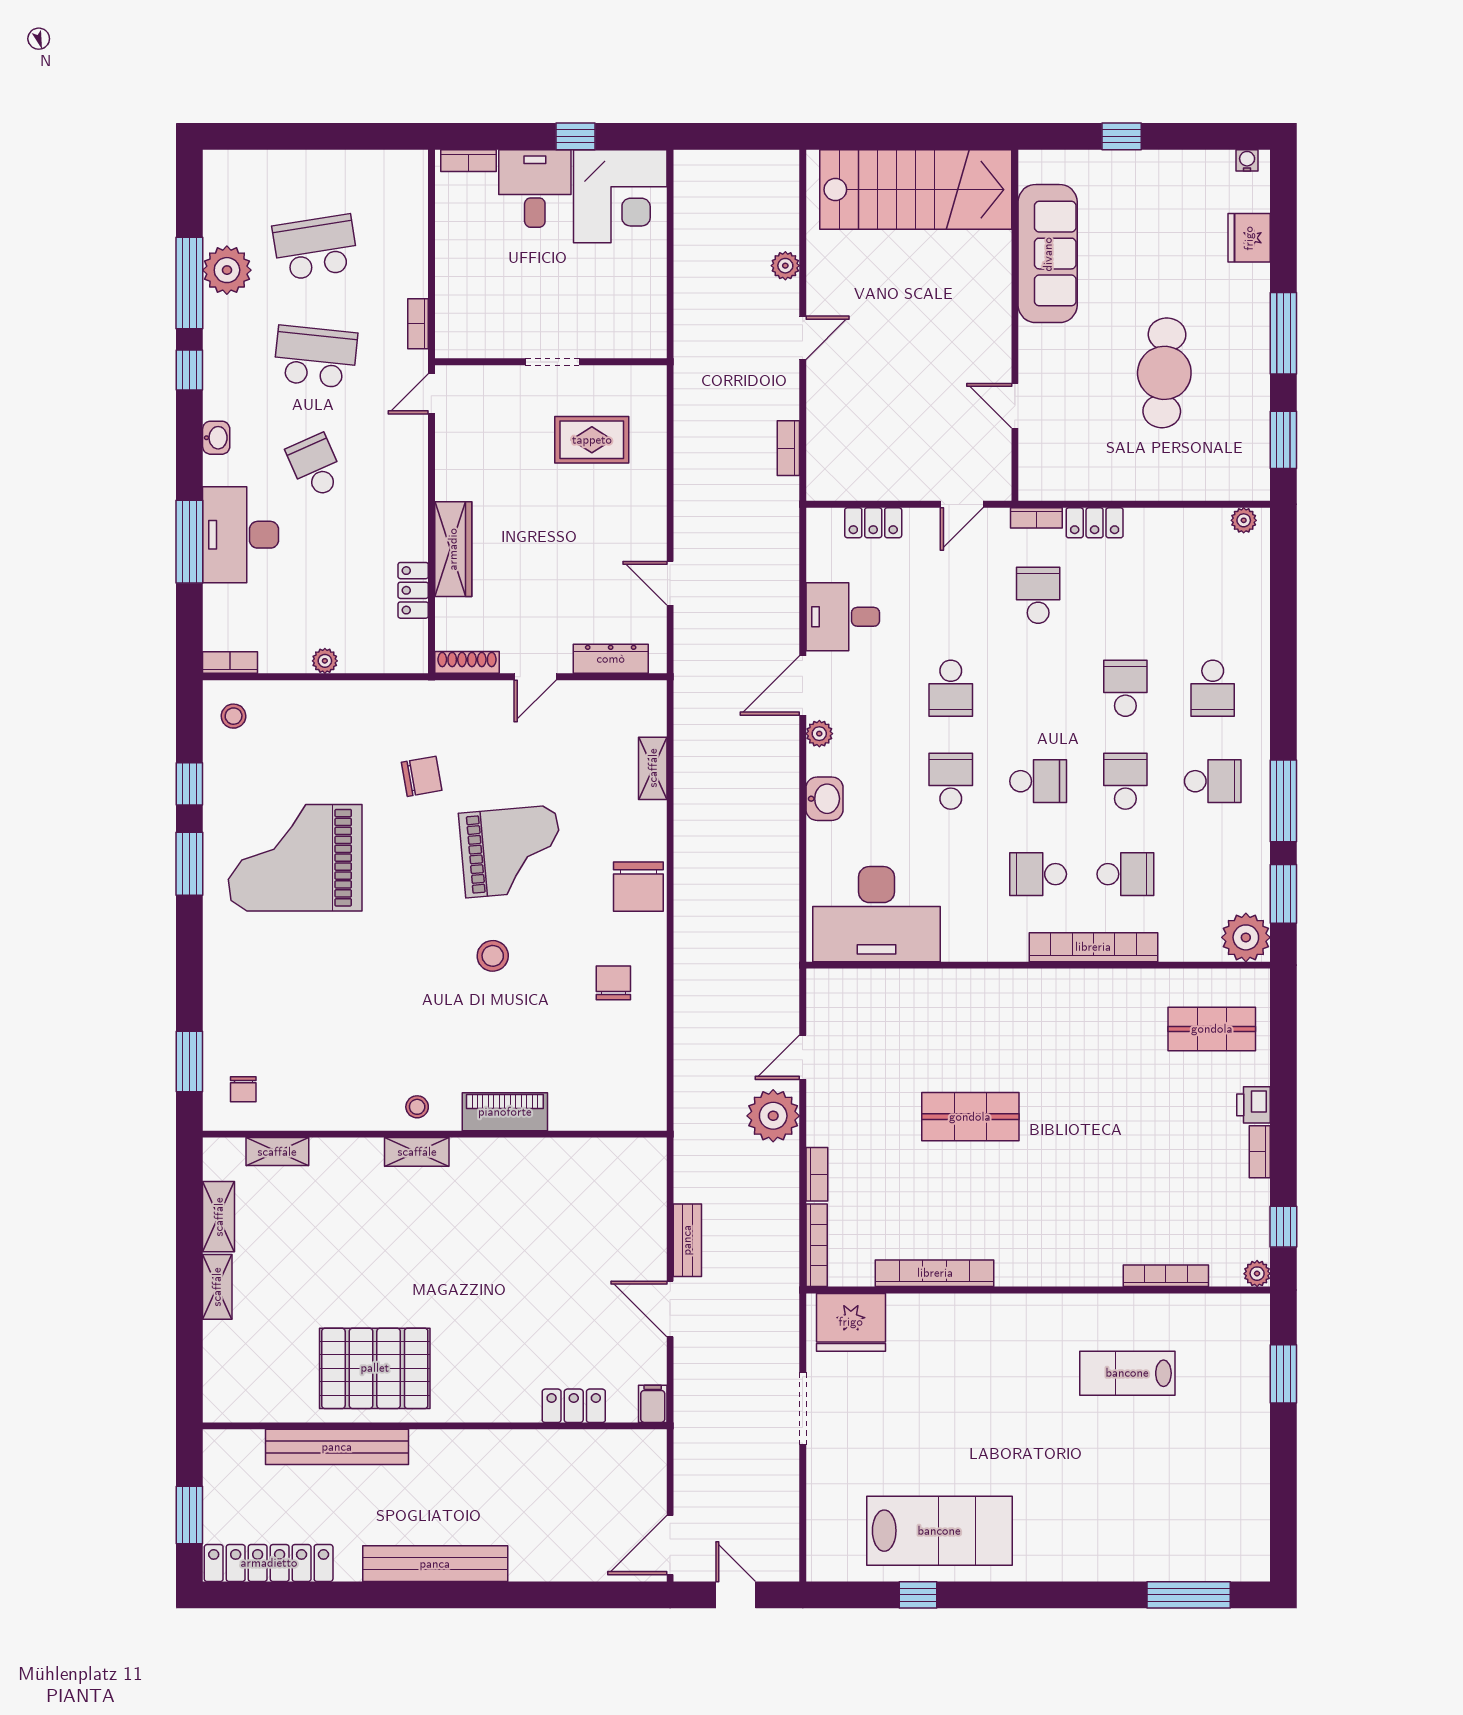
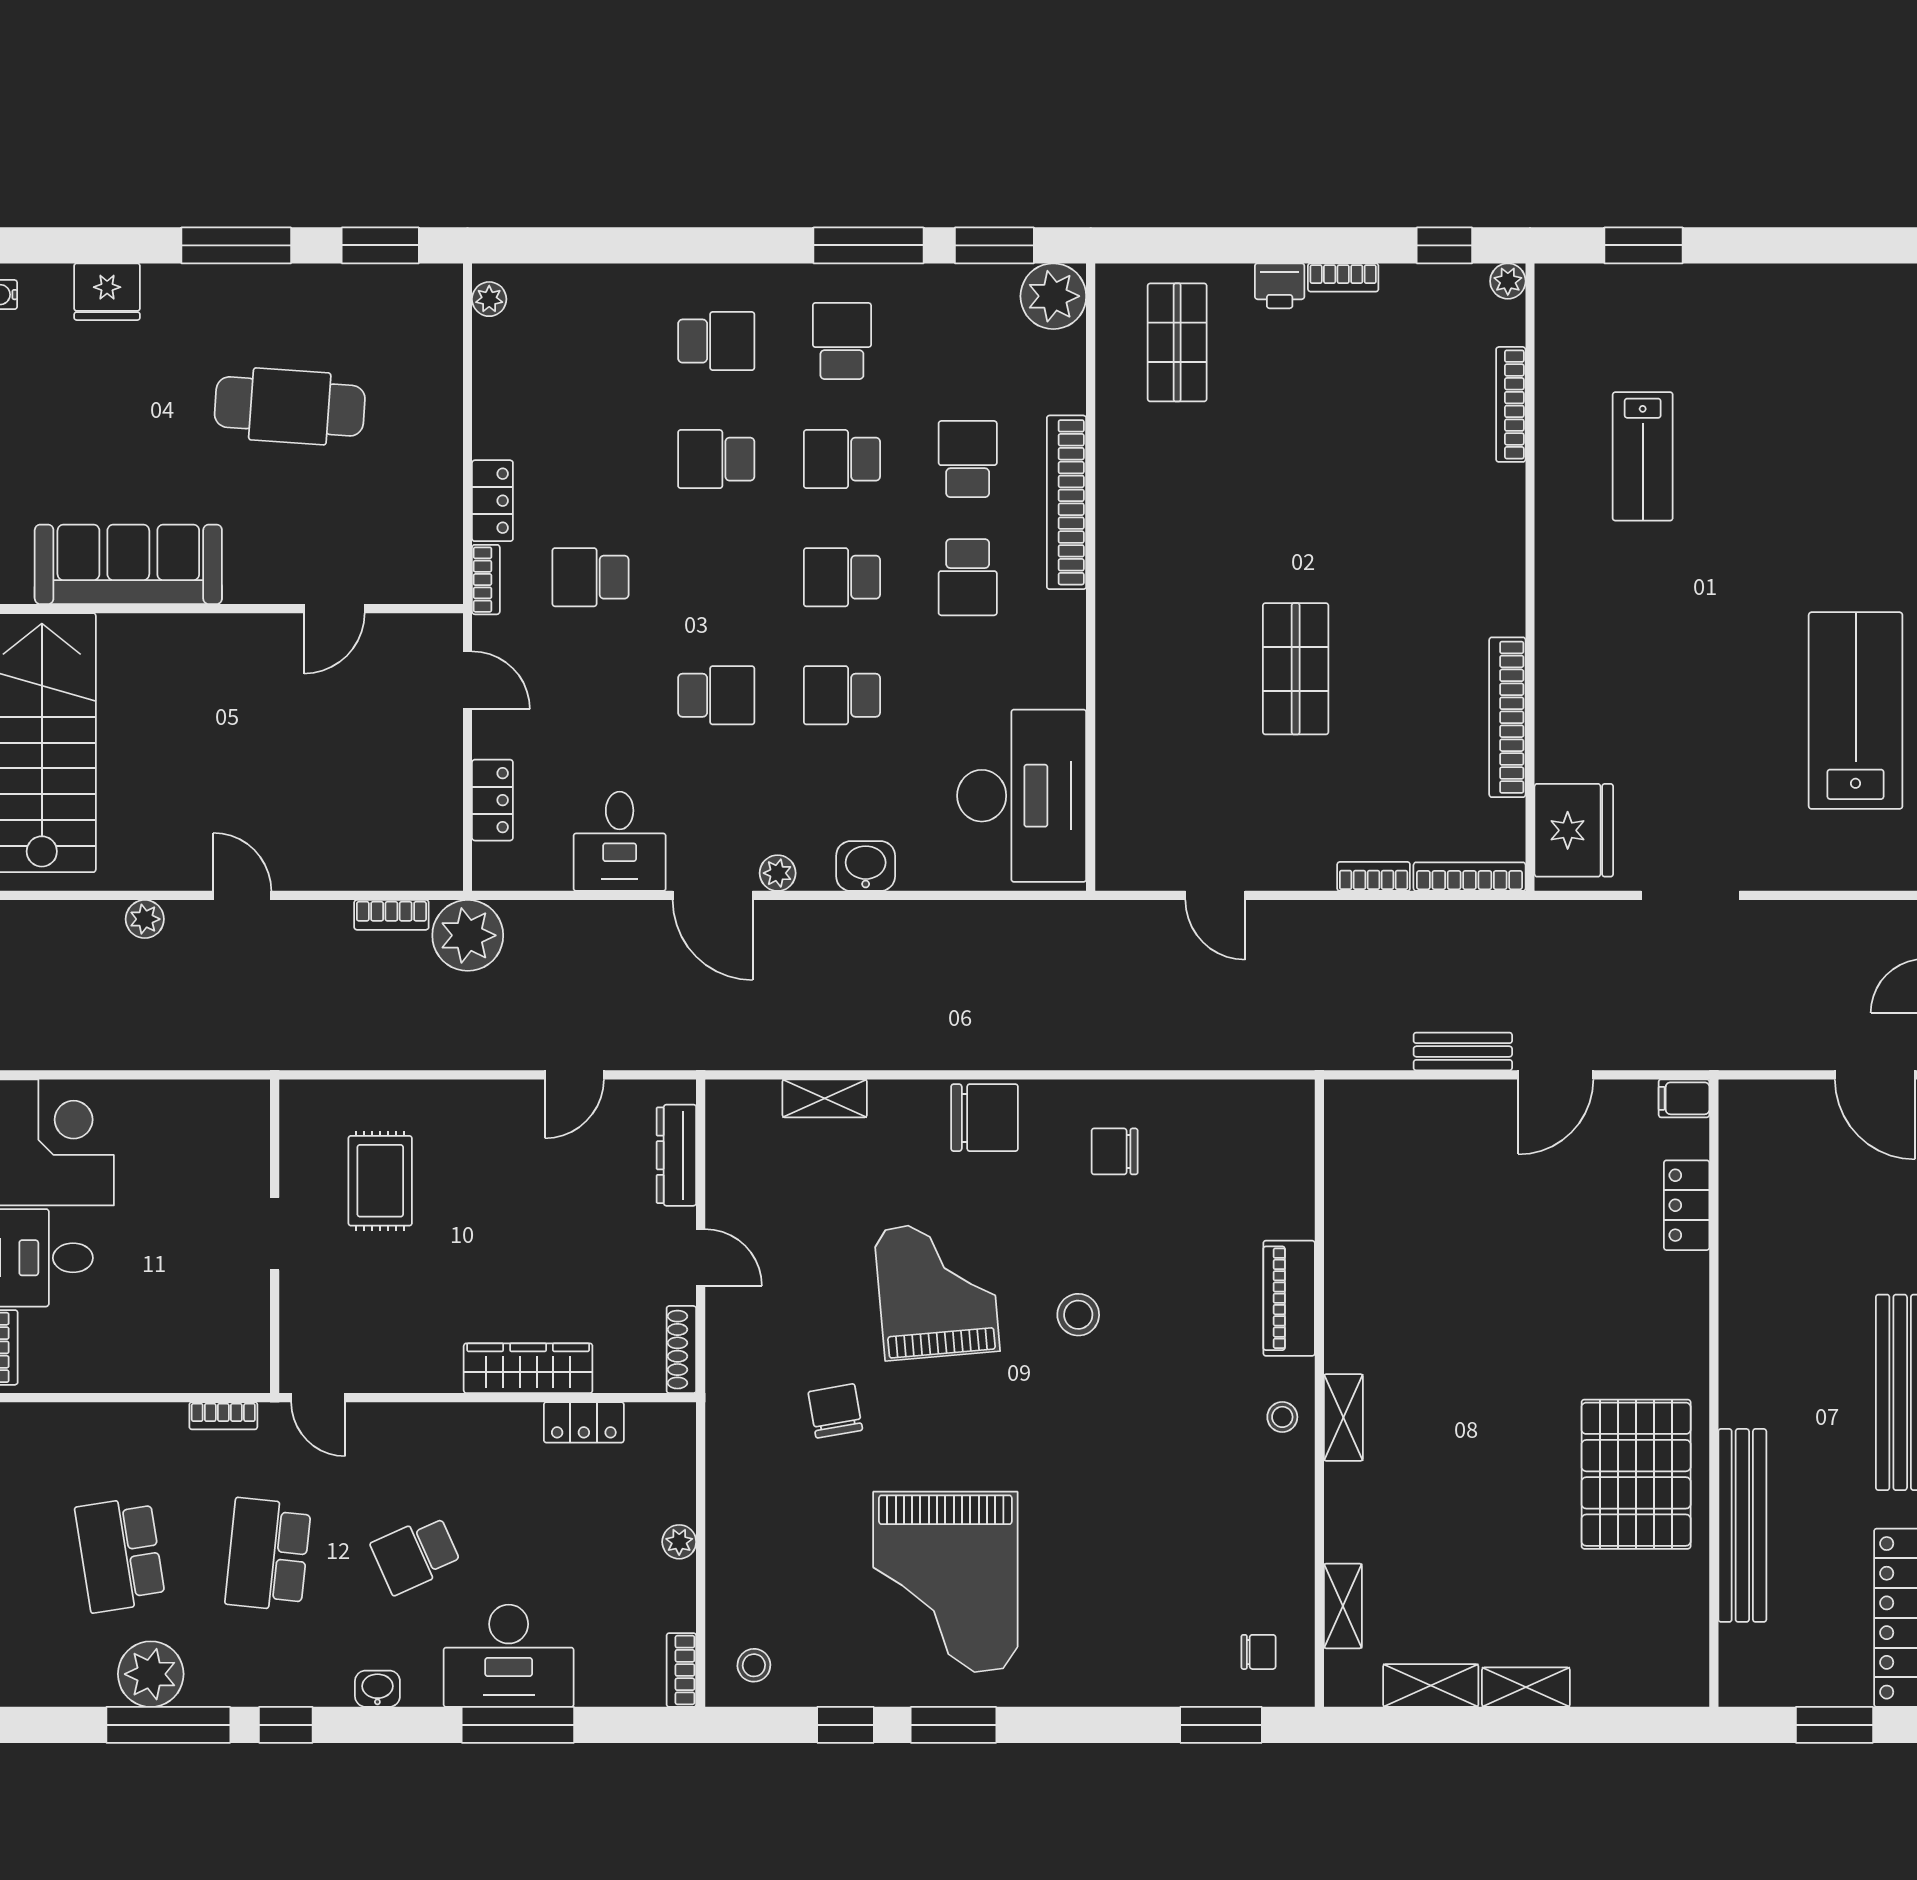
school desk: (1038, 781) -> (842, 577), turned -90
plant: (773, 1116) -> (468, 935), moved

